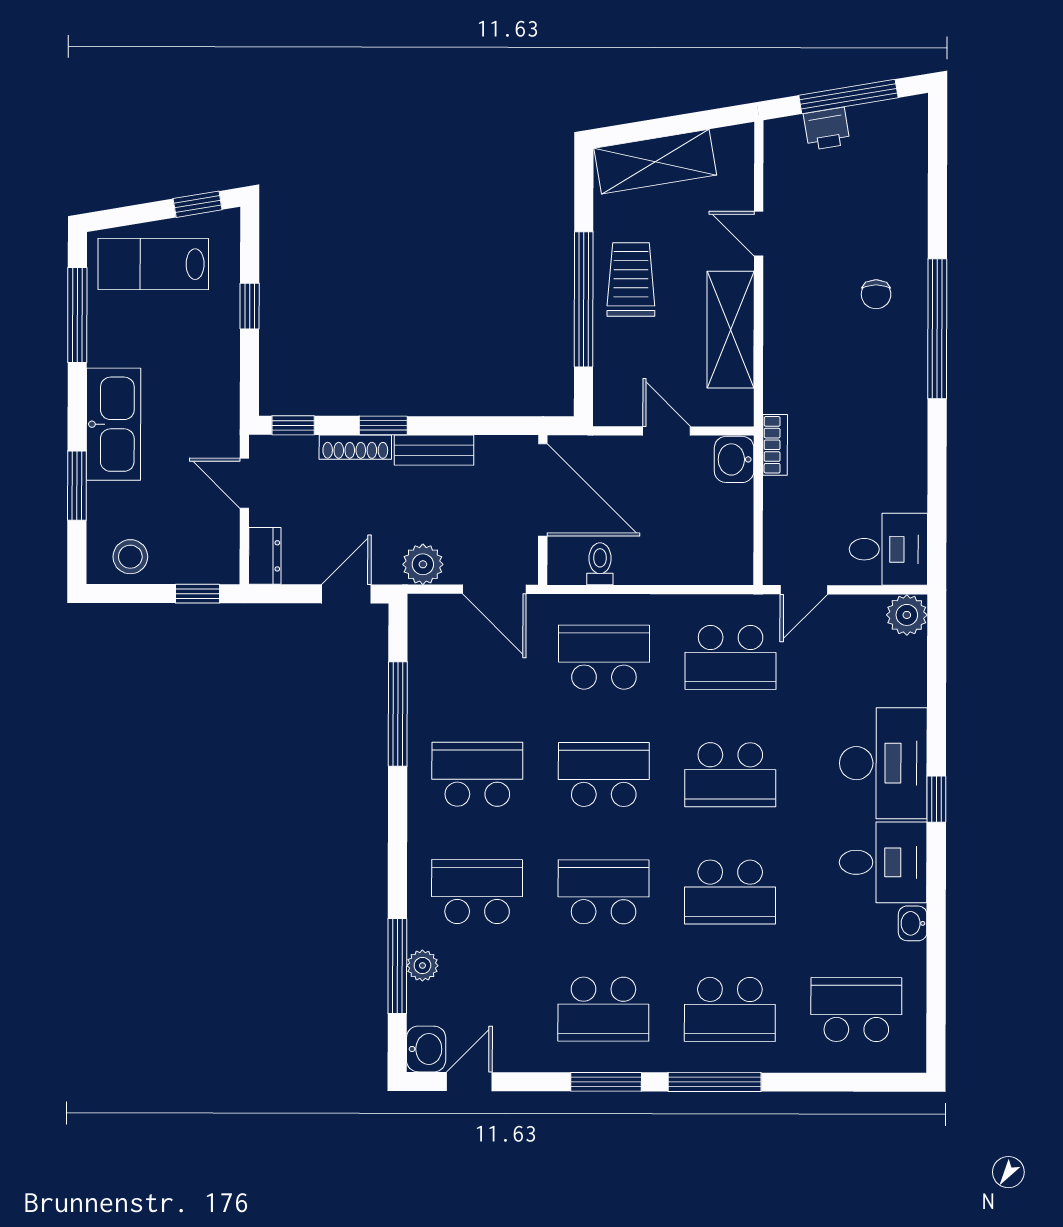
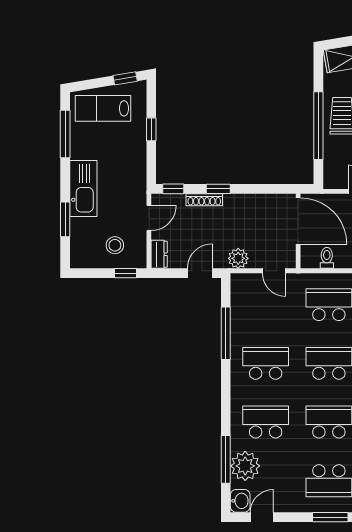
bench: (434, 450) -> (244, 201), removed
door: (244, 483) -> (149, 218), swing flipped
stool: (130, 557) -> (115, 245), moved
door: (494, 589) -> (274, 271), width x0.73
plant: (422, 966) -> (245, 466), width x1.88, depth x1.88

